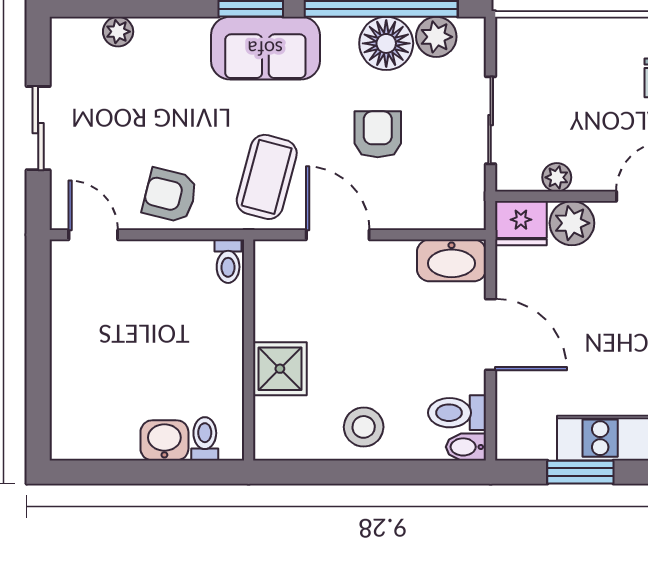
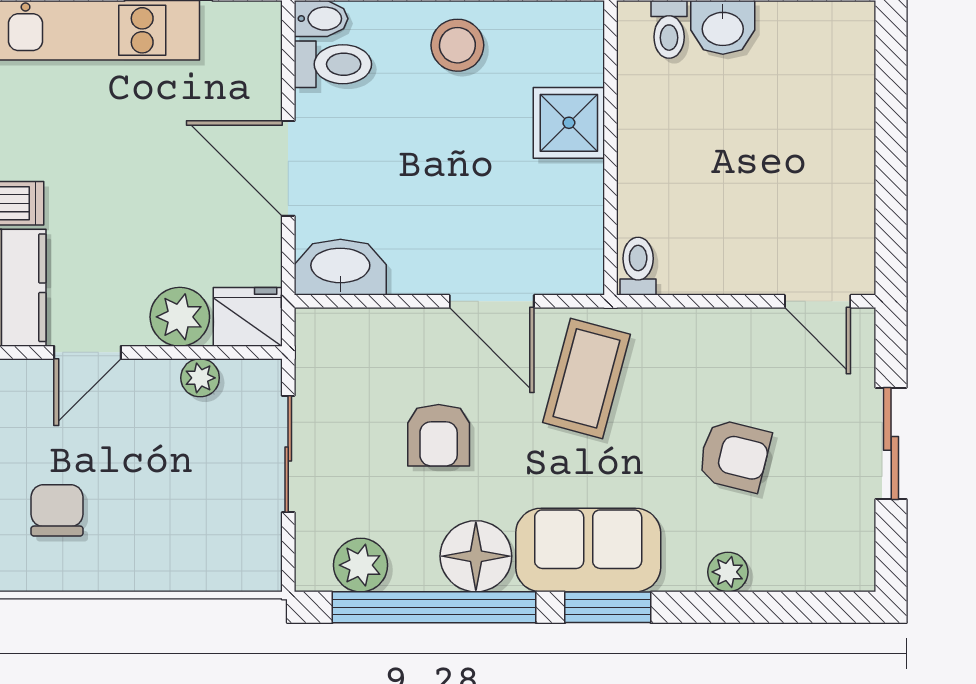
plant: (118, 32) -> (728, 572), moved
floor lamp: (386, 43) -> (476, 556), moved
armchair: (170, 195) -> (734, 456), moved

